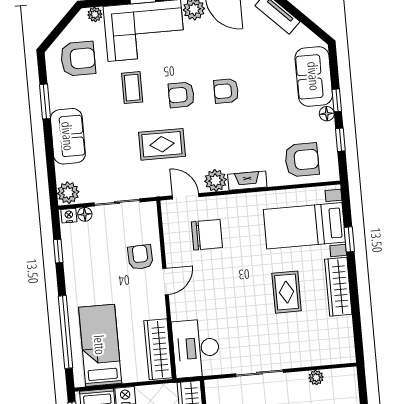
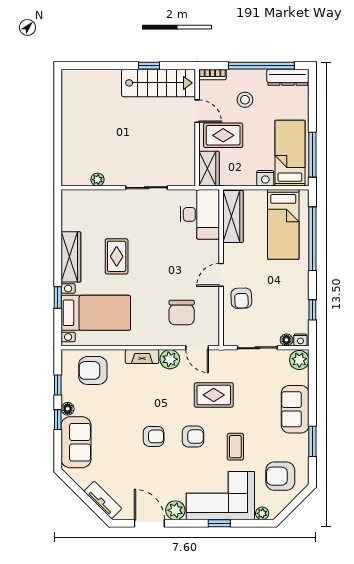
chair: (207, 235) -> (182, 313), turned -90

